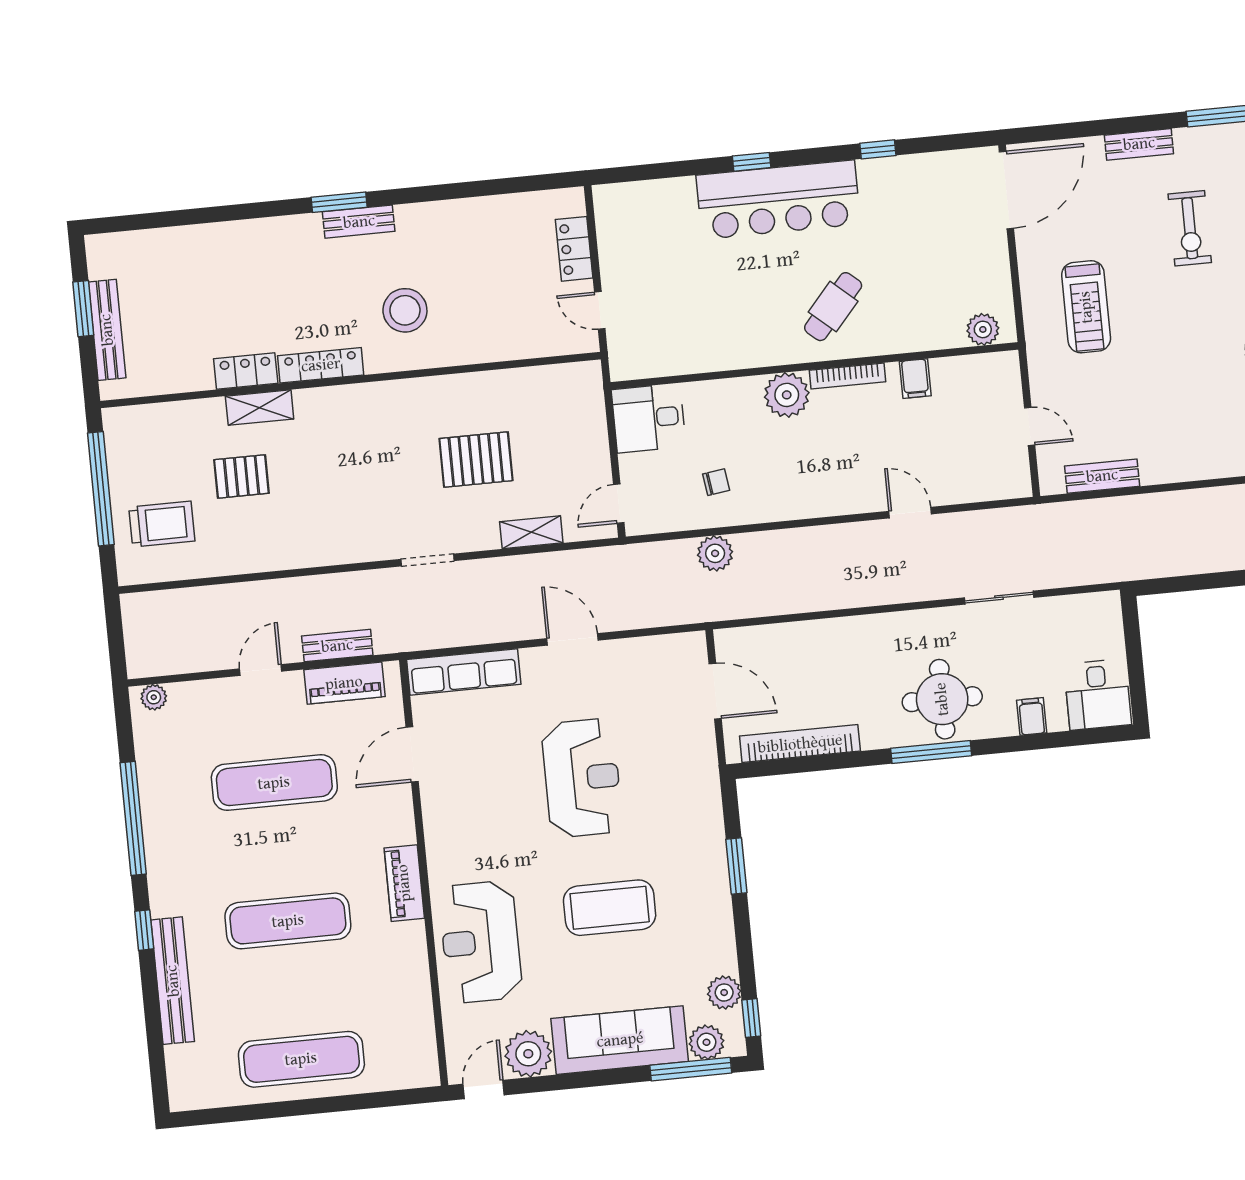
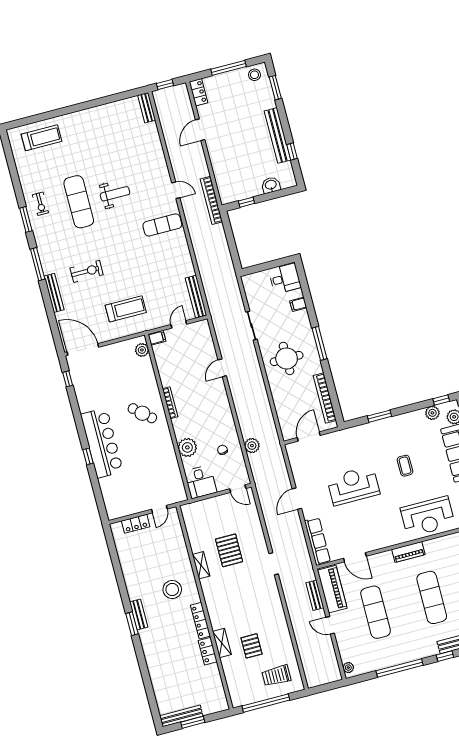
bench: (1139, 144) -> (54, 293), width x1.36
window: (878, 149) -> (68, 379), moved
bench: (107, 330) -> (181, 716), moved
filing cabinet: (915, 379) -> (157, 338), moved
plant: (787, 395) -> (187, 447), moved
bench: (1102, 476) -> (196, 296), width x1.36
trolley: (162, 524) -> (276, 676), turned -90
shelving: (531, 532) -> (201, 565), moved
piano: (344, 683) -> (332, 589), width x1.37, depth x1.33
round table: (942, 699) -> (287, 358), moved
coffee table: (610, 908) -> (405, 466), width x0.54, depth x0.58

